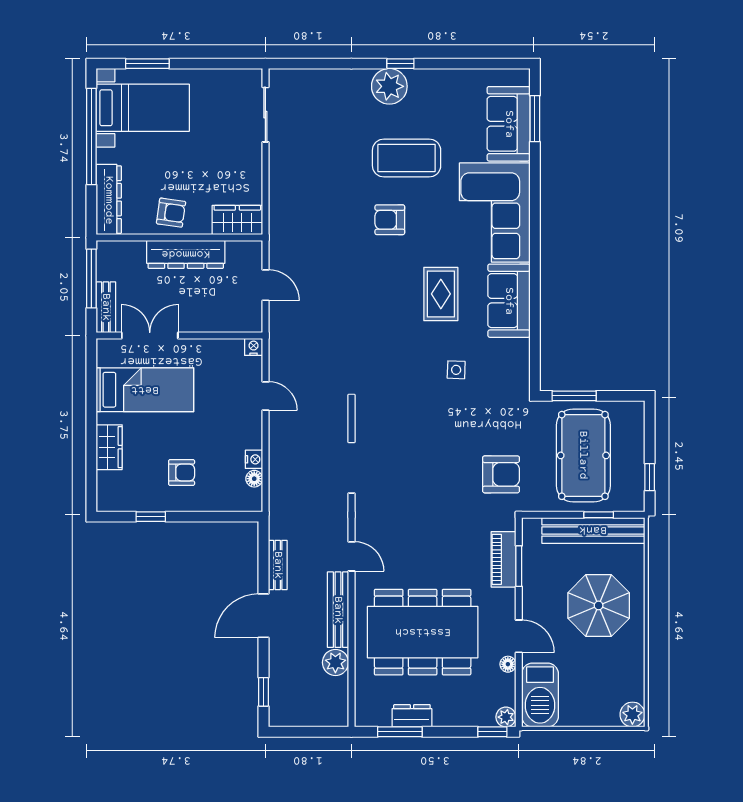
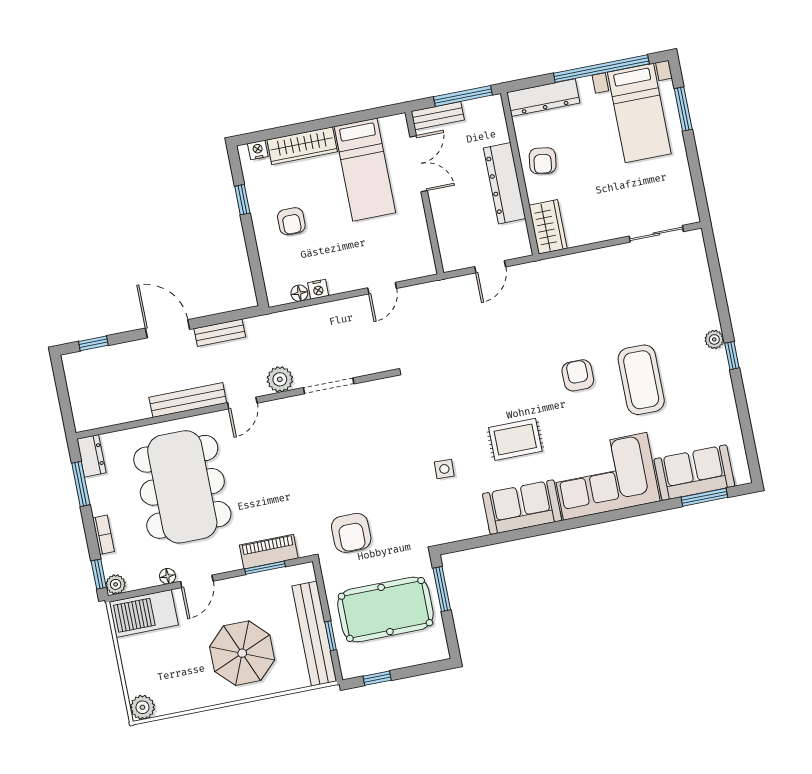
plant: (389, 86) -> (714, 339), width x0.53, depth x0.53
nightstand: (254, 347) -> (258, 150), moved, turned -90
wardrobe: (109, 447) -> (302, 146), width x1.50
plant: (335, 662) -> (280, 379), moved
dresser: (412, 716) -> (91, 456), moved
bookcase: (454, 719) -> (103, 535), added

